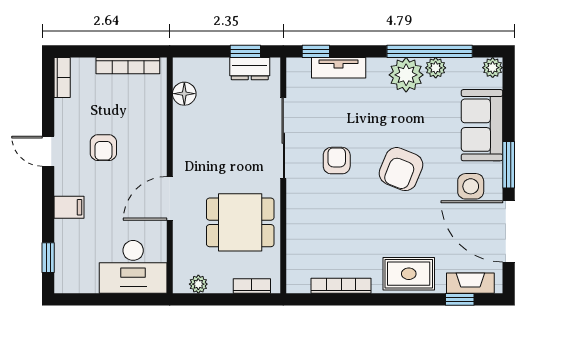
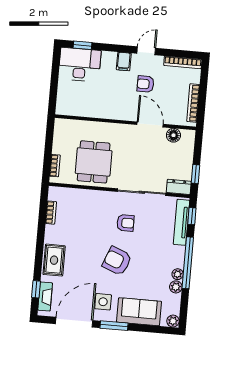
window: (430, 51) -> (188, 263), moved
tv unit: (339, 68) -> (181, 222), width x1.41
dresser: (250, 69) -> (179, 187), moved, turned 90
plant: (406, 75) -> (178, 274), width x0.53, depth x0.53
bookcase: (62, 78) -> (183, 62), width x1.56
door: (170, 198) -> (150, 124), moved
filing cabinet: (69, 207) -> (124, 61), moved
desk: (133, 267) -> (80, 65), moved, turned 90
plant: (198, 284) -> (59, 134), removed
bookcase: (341, 286) -> (51, 213), width x0.64

